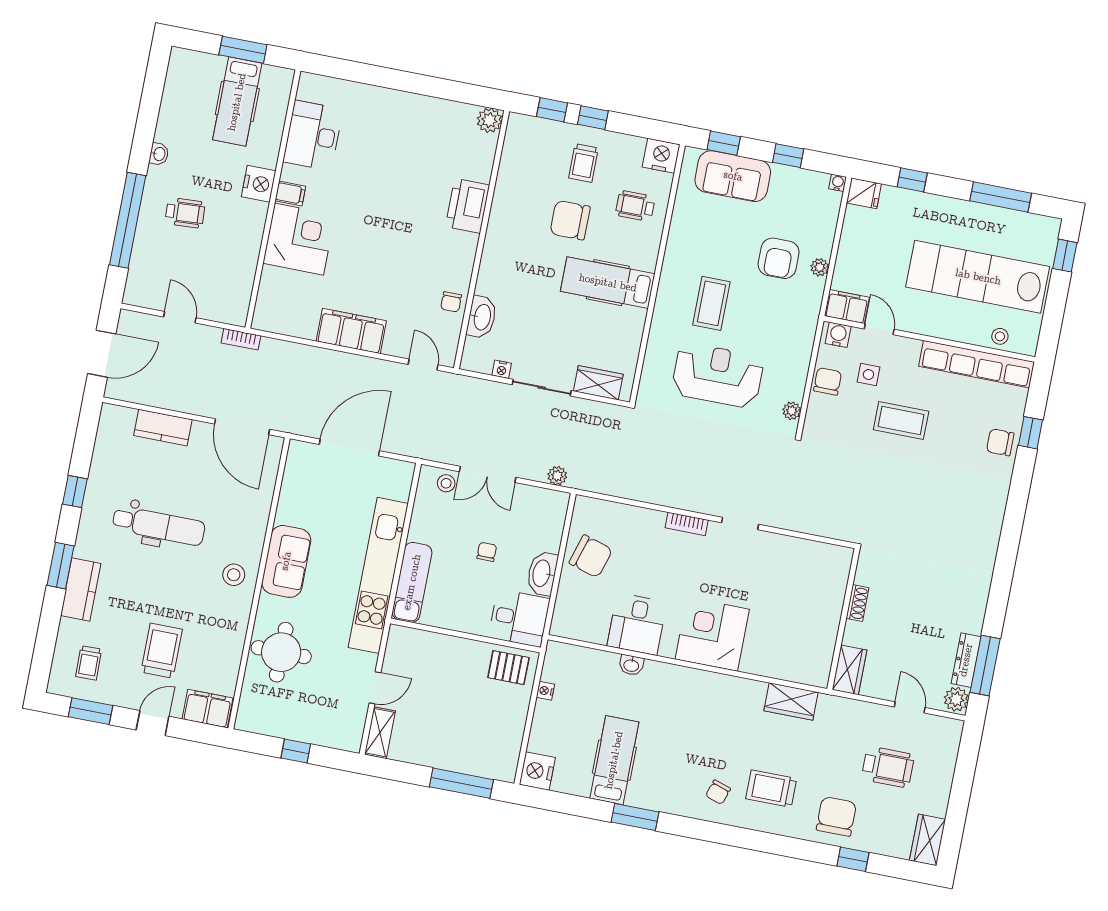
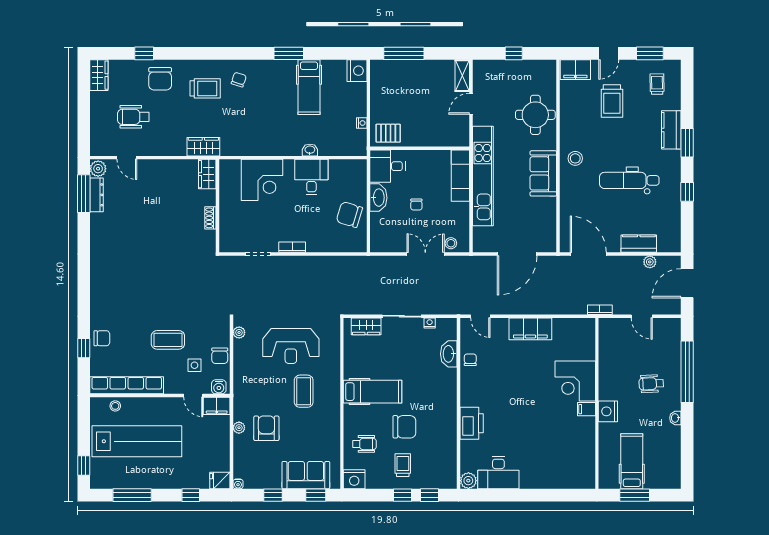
desk: (313, 135) -> (498, 473), moved, turned 90
plant: (557, 476) -> (650, 262), moved
shoe rack: (857, 603) -> (210, 218), moved
wall: (843, 619) -> (217, 206), moved
wardrobe: (849, 670) -> (207, 174), moved

